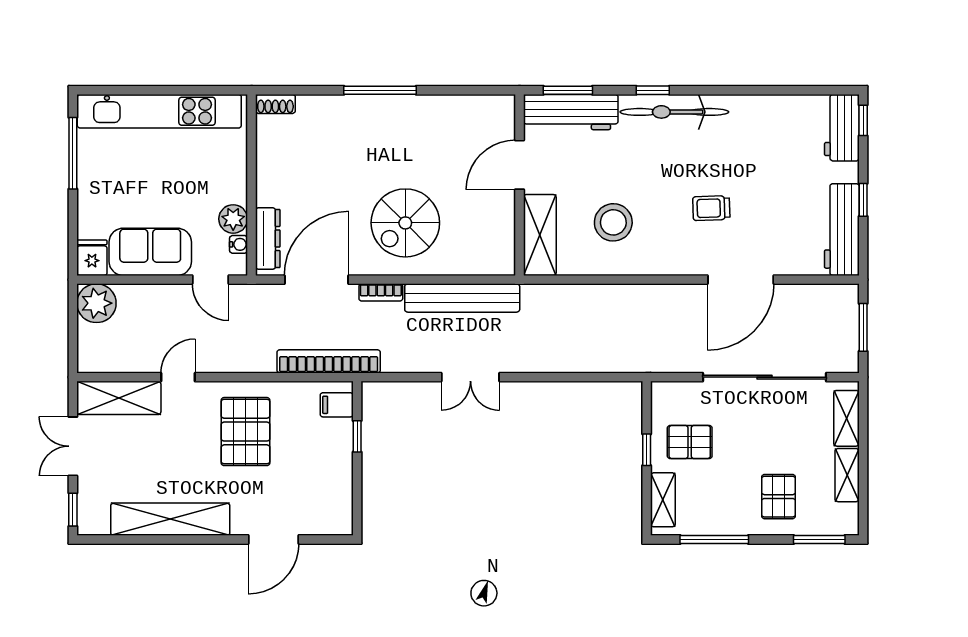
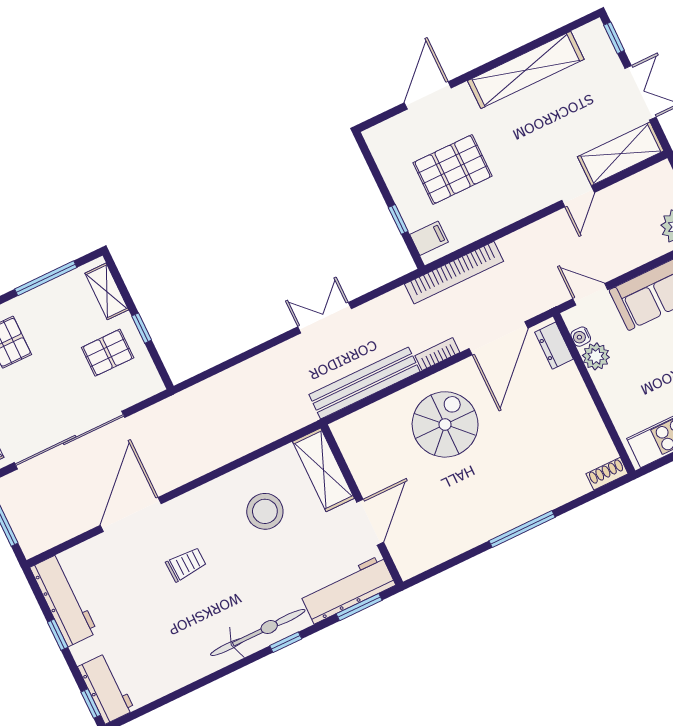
dresser: (268, 239) -> (554, 346), width x0.70
pallet: (246, 432) -> (453, 169), moved, turned 90

